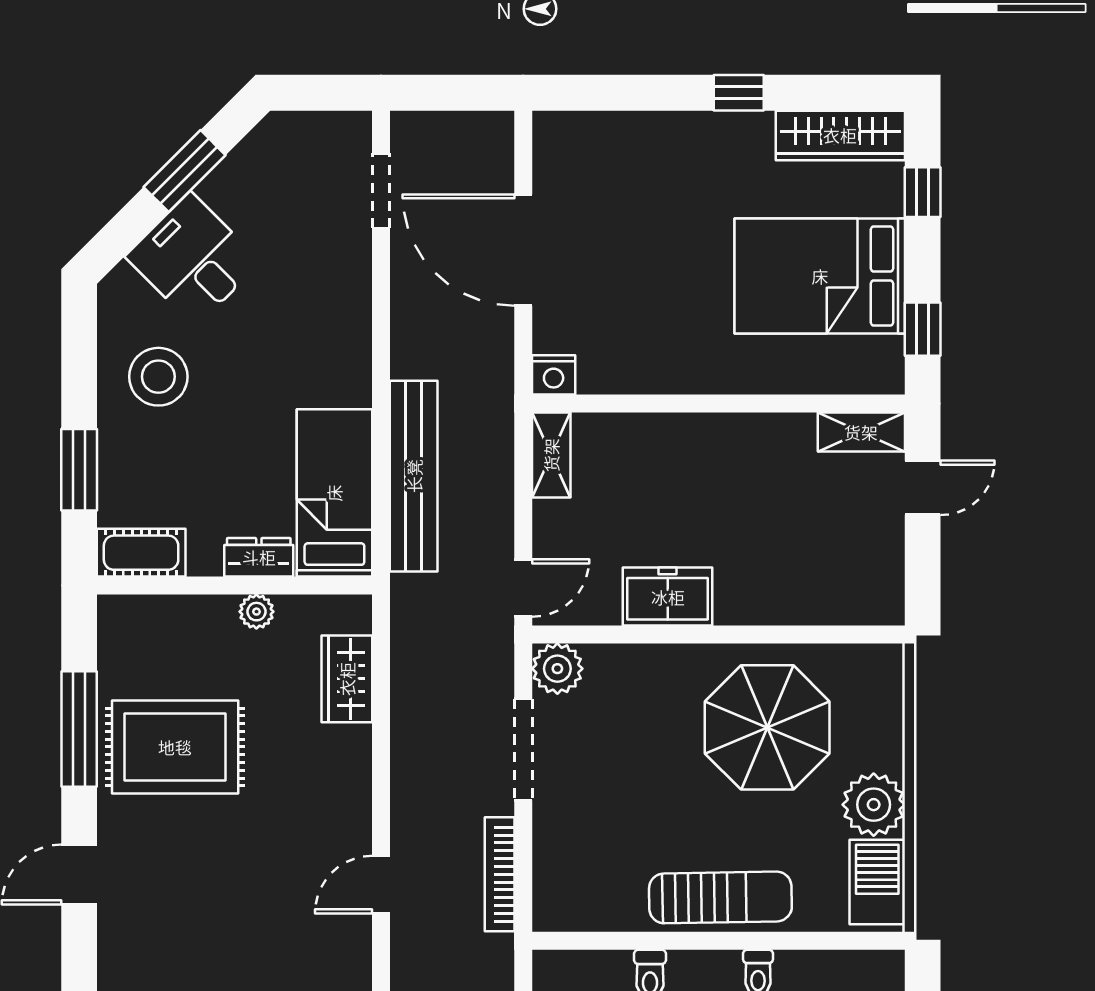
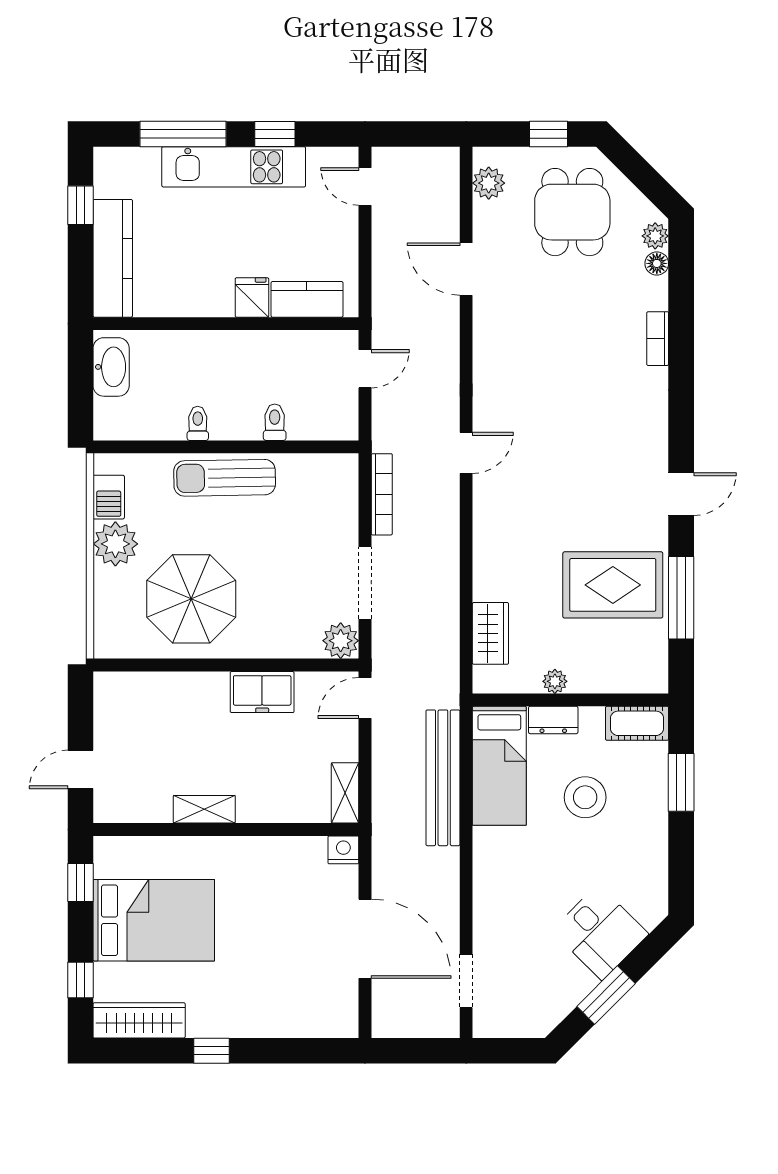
stool: (158, 377) -> (585, 797), moved
shelving: (861, 432) -> (204, 809), moved
barbecue: (877, 882) -> (109, 497), width x0.73, depth x0.79
door: (381, 885) -> (466, 453), moved

